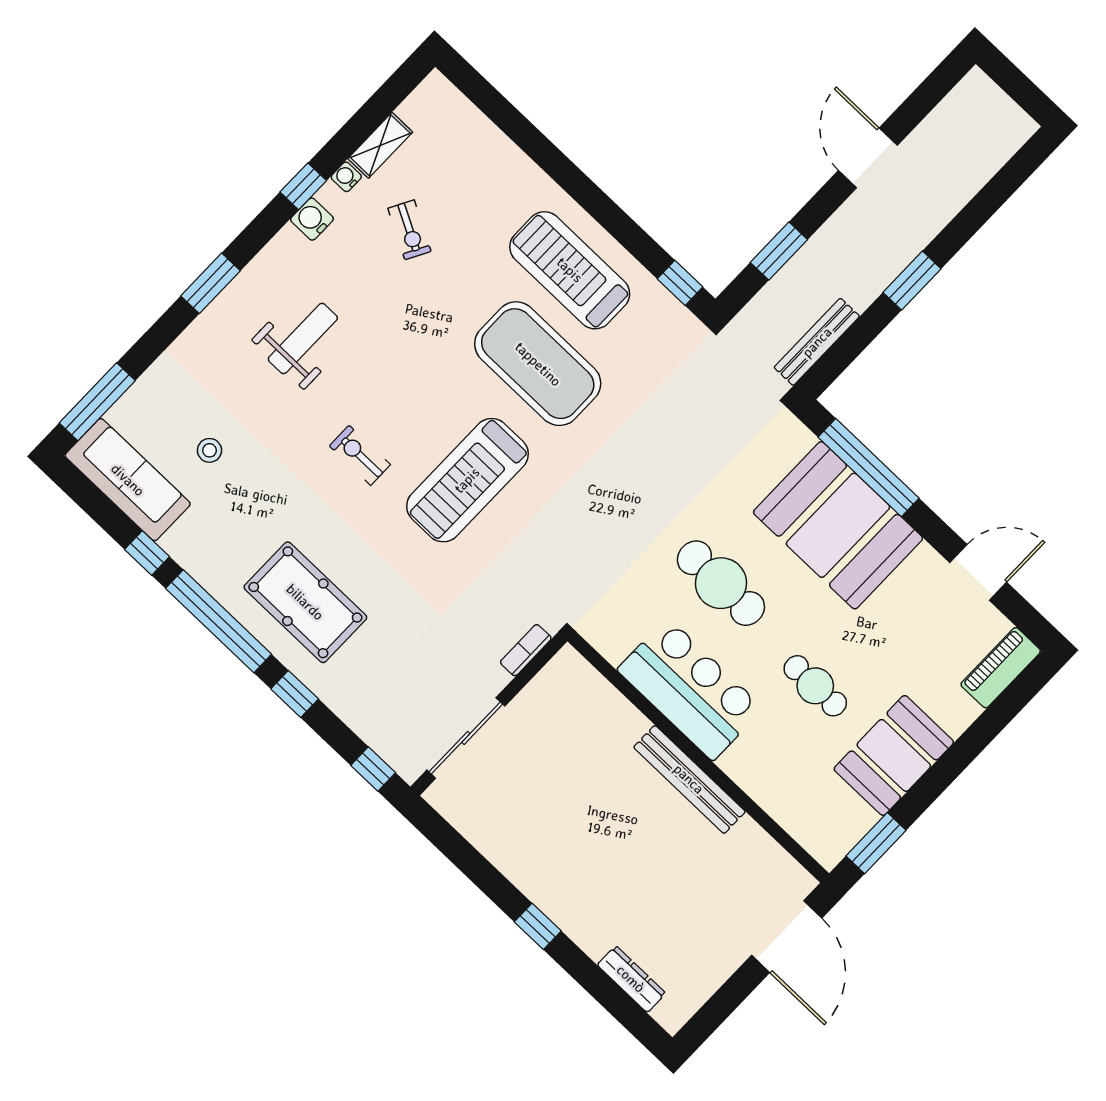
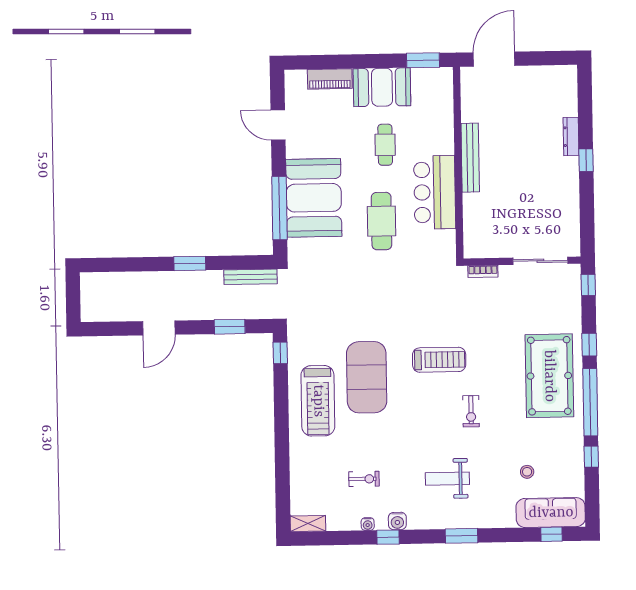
shelving: (380, 145) -> (308, 523), moved
exercise bike: (409, 230) -> (364, 479), turned 62
window: (97, 402) -> (551, 534), width x0.46
sofa: (128, 480) -> (551, 513), moved, turned 90
treadmill: (467, 480) -> (439, 360), width x0.73, depth x0.73
pool table: (305, 602) -> (549, 376), width x1.36, depth x1.32
piano: (1001, 668) -> (330, 79), moved
dresser: (631, 979) -> (571, 137), moved

